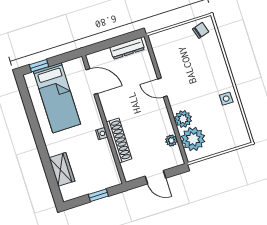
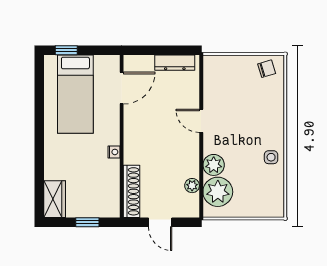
door: (92, 82) -> (122, 88), hinge flipped
shoe rack: (119, 140) -> (132, 191), moved
wardrobe: (62, 169) -> (55, 199), moved

